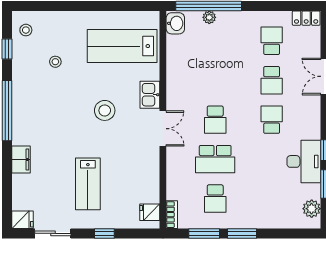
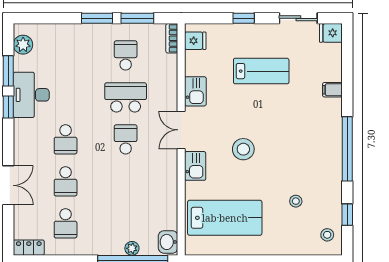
school desk: (272, 80) -> (66, 181), turned 180
filing cabinet: (21, 159) -> (332, 90), width x0.50
kitchen sink: (150, 165) -> (195, 91), added
lab bench: (88, 184) -> (261, 71), turned 90

